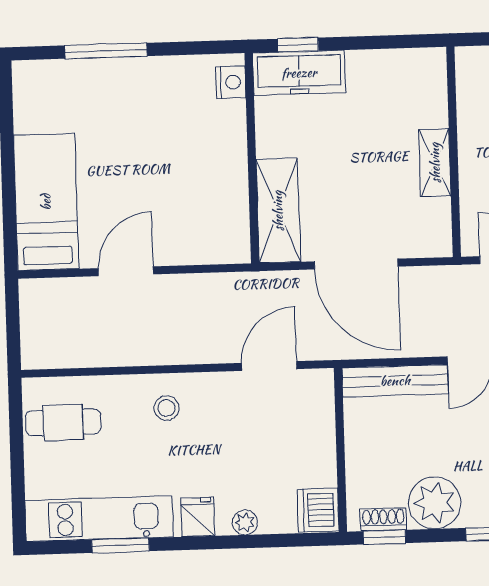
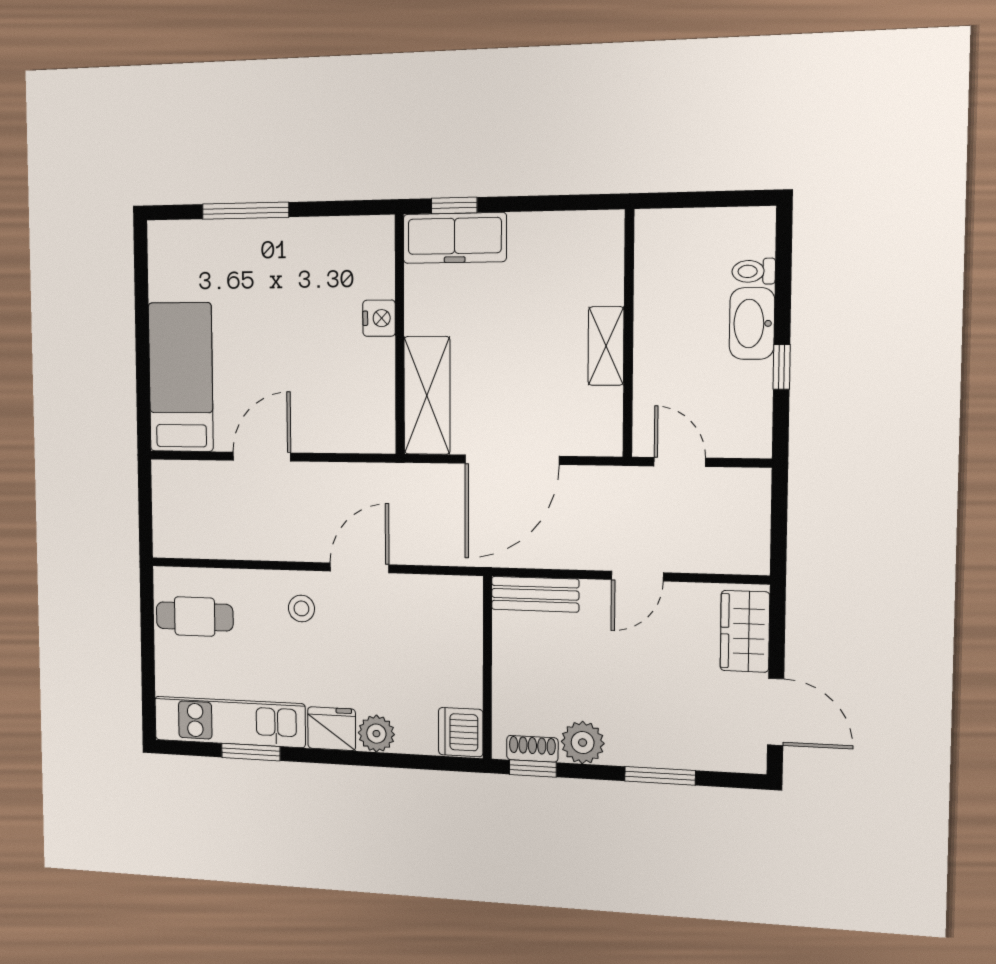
nightstand: (231, 82) -> (379, 318), moved
door: (356, 264) -> (512, 460), hinge flipped
door: (269, 366) -> (359, 568), moved
bench: (395, 381) -> (535, 594), width x0.73
plant: (435, 503) -> (583, 743), width x0.73, depth x0.73
fridge: (198, 517) -> (332, 729), width x1.38
plant: (245, 522) -> (376, 734), width x1.38, depth x1.38

